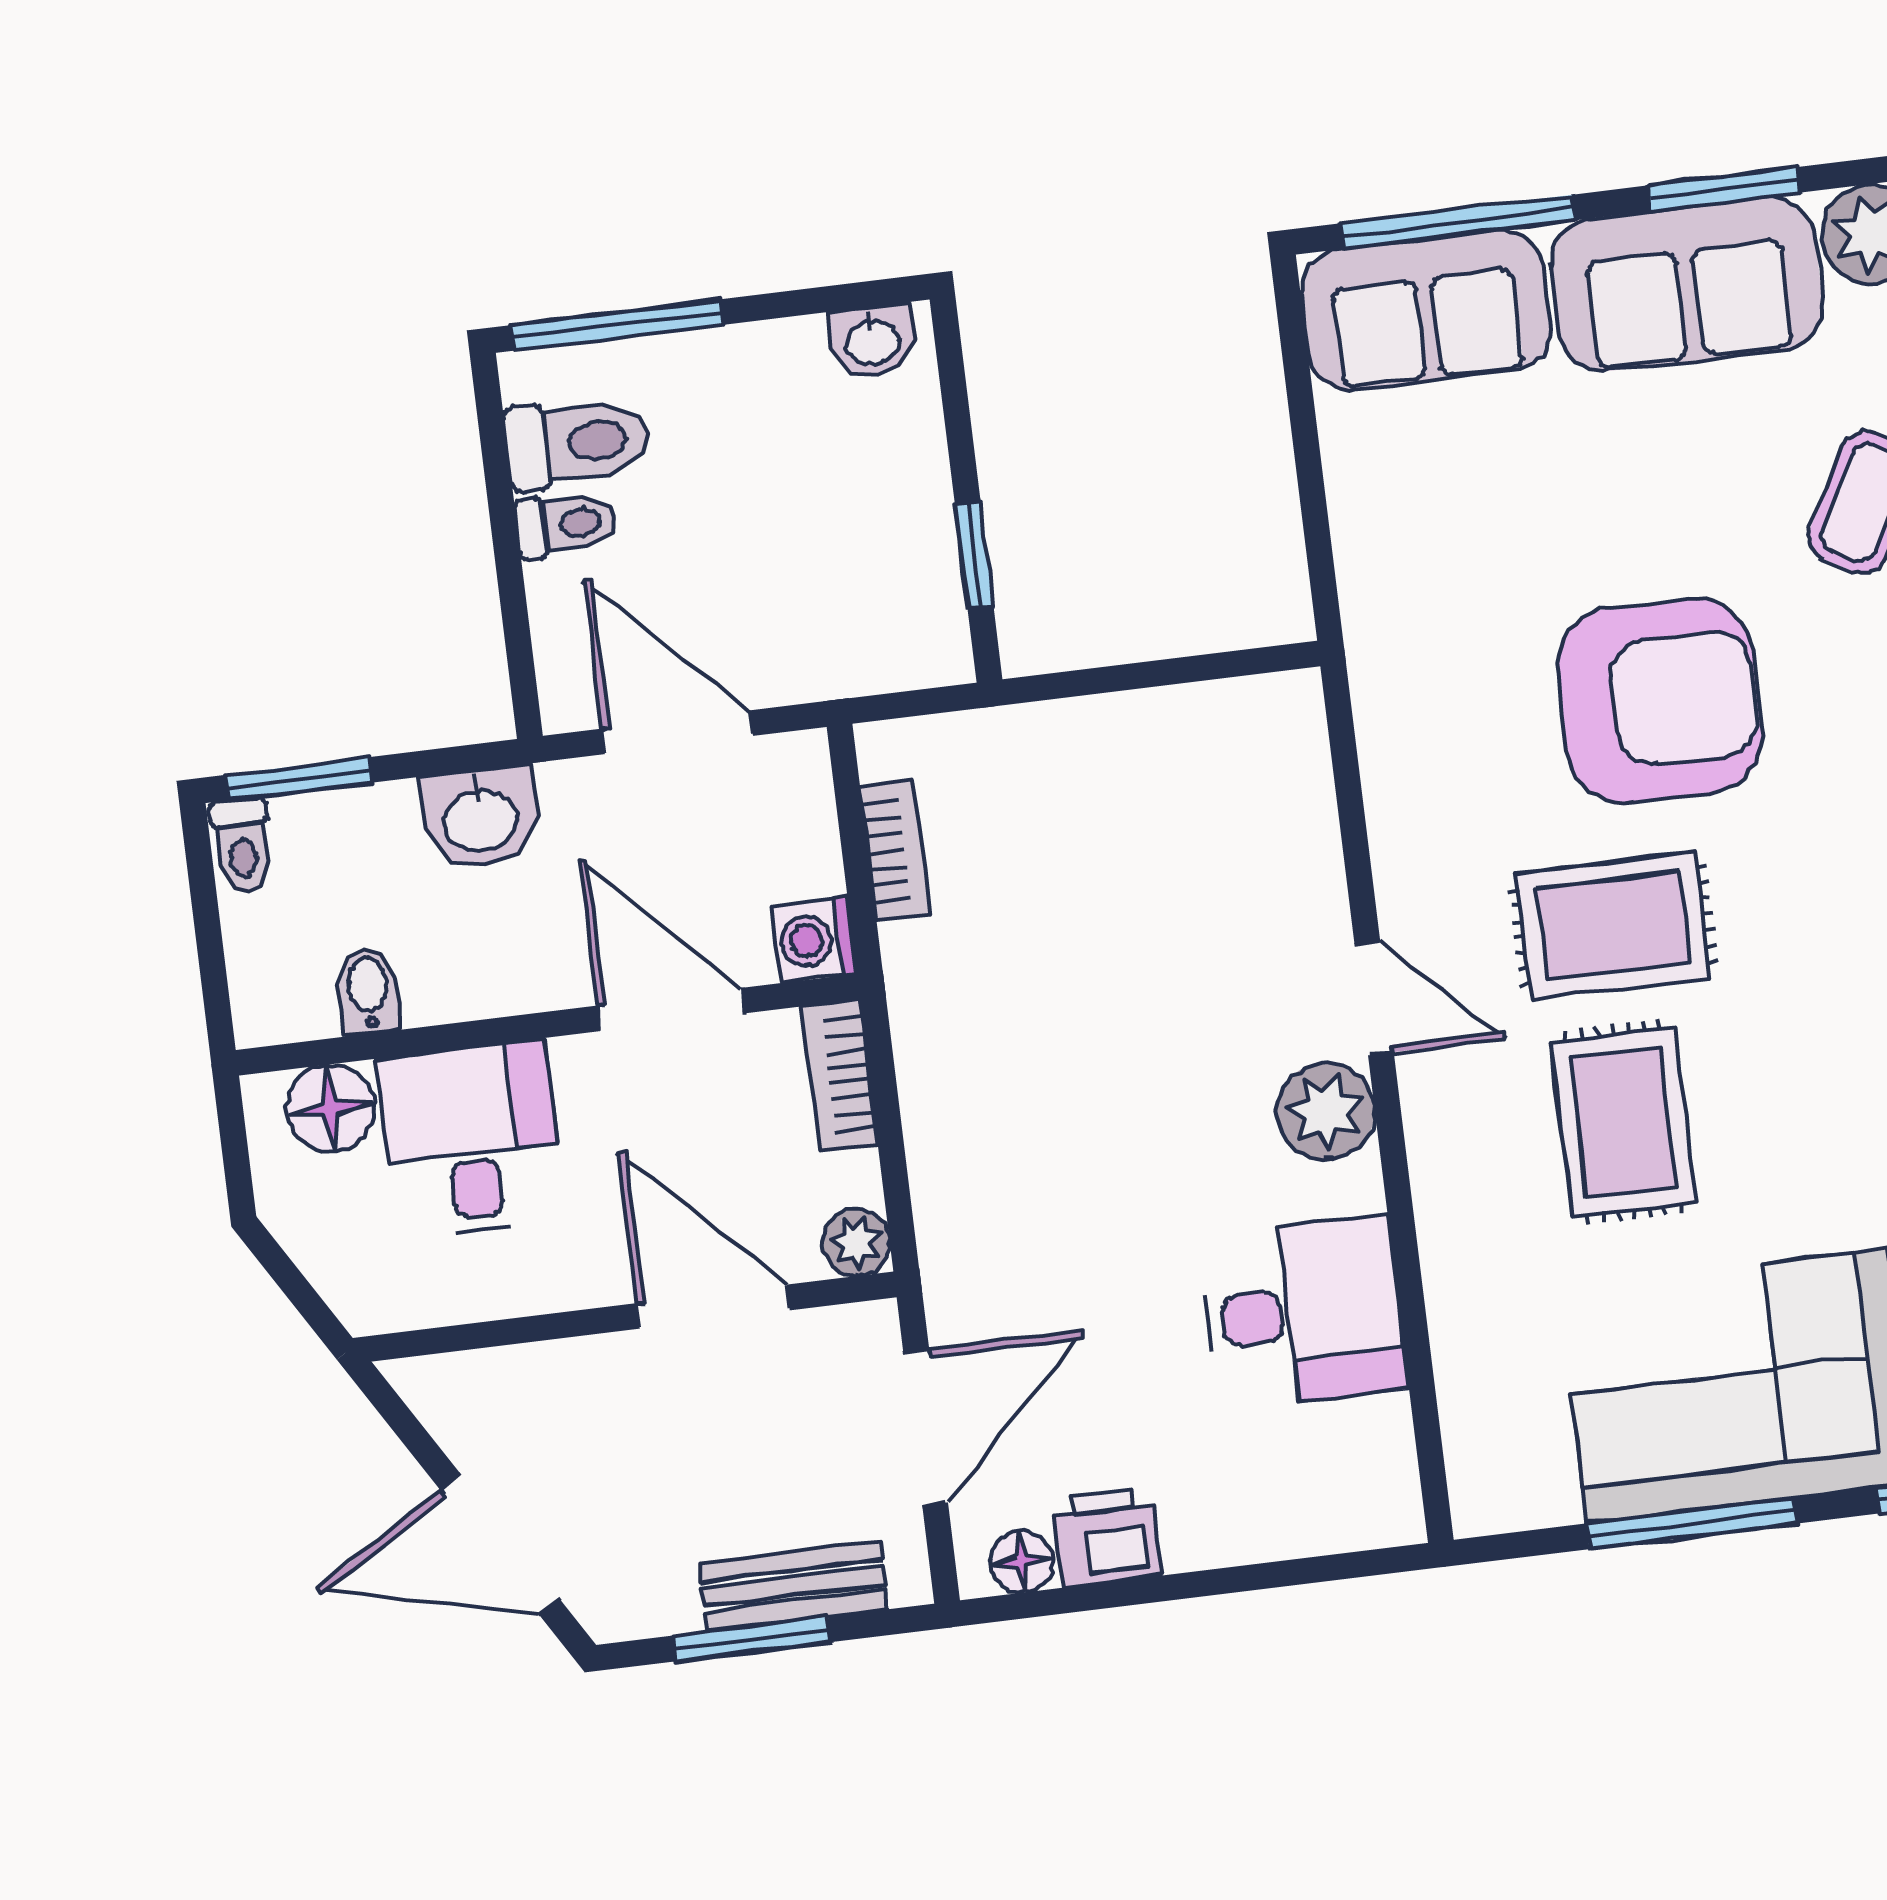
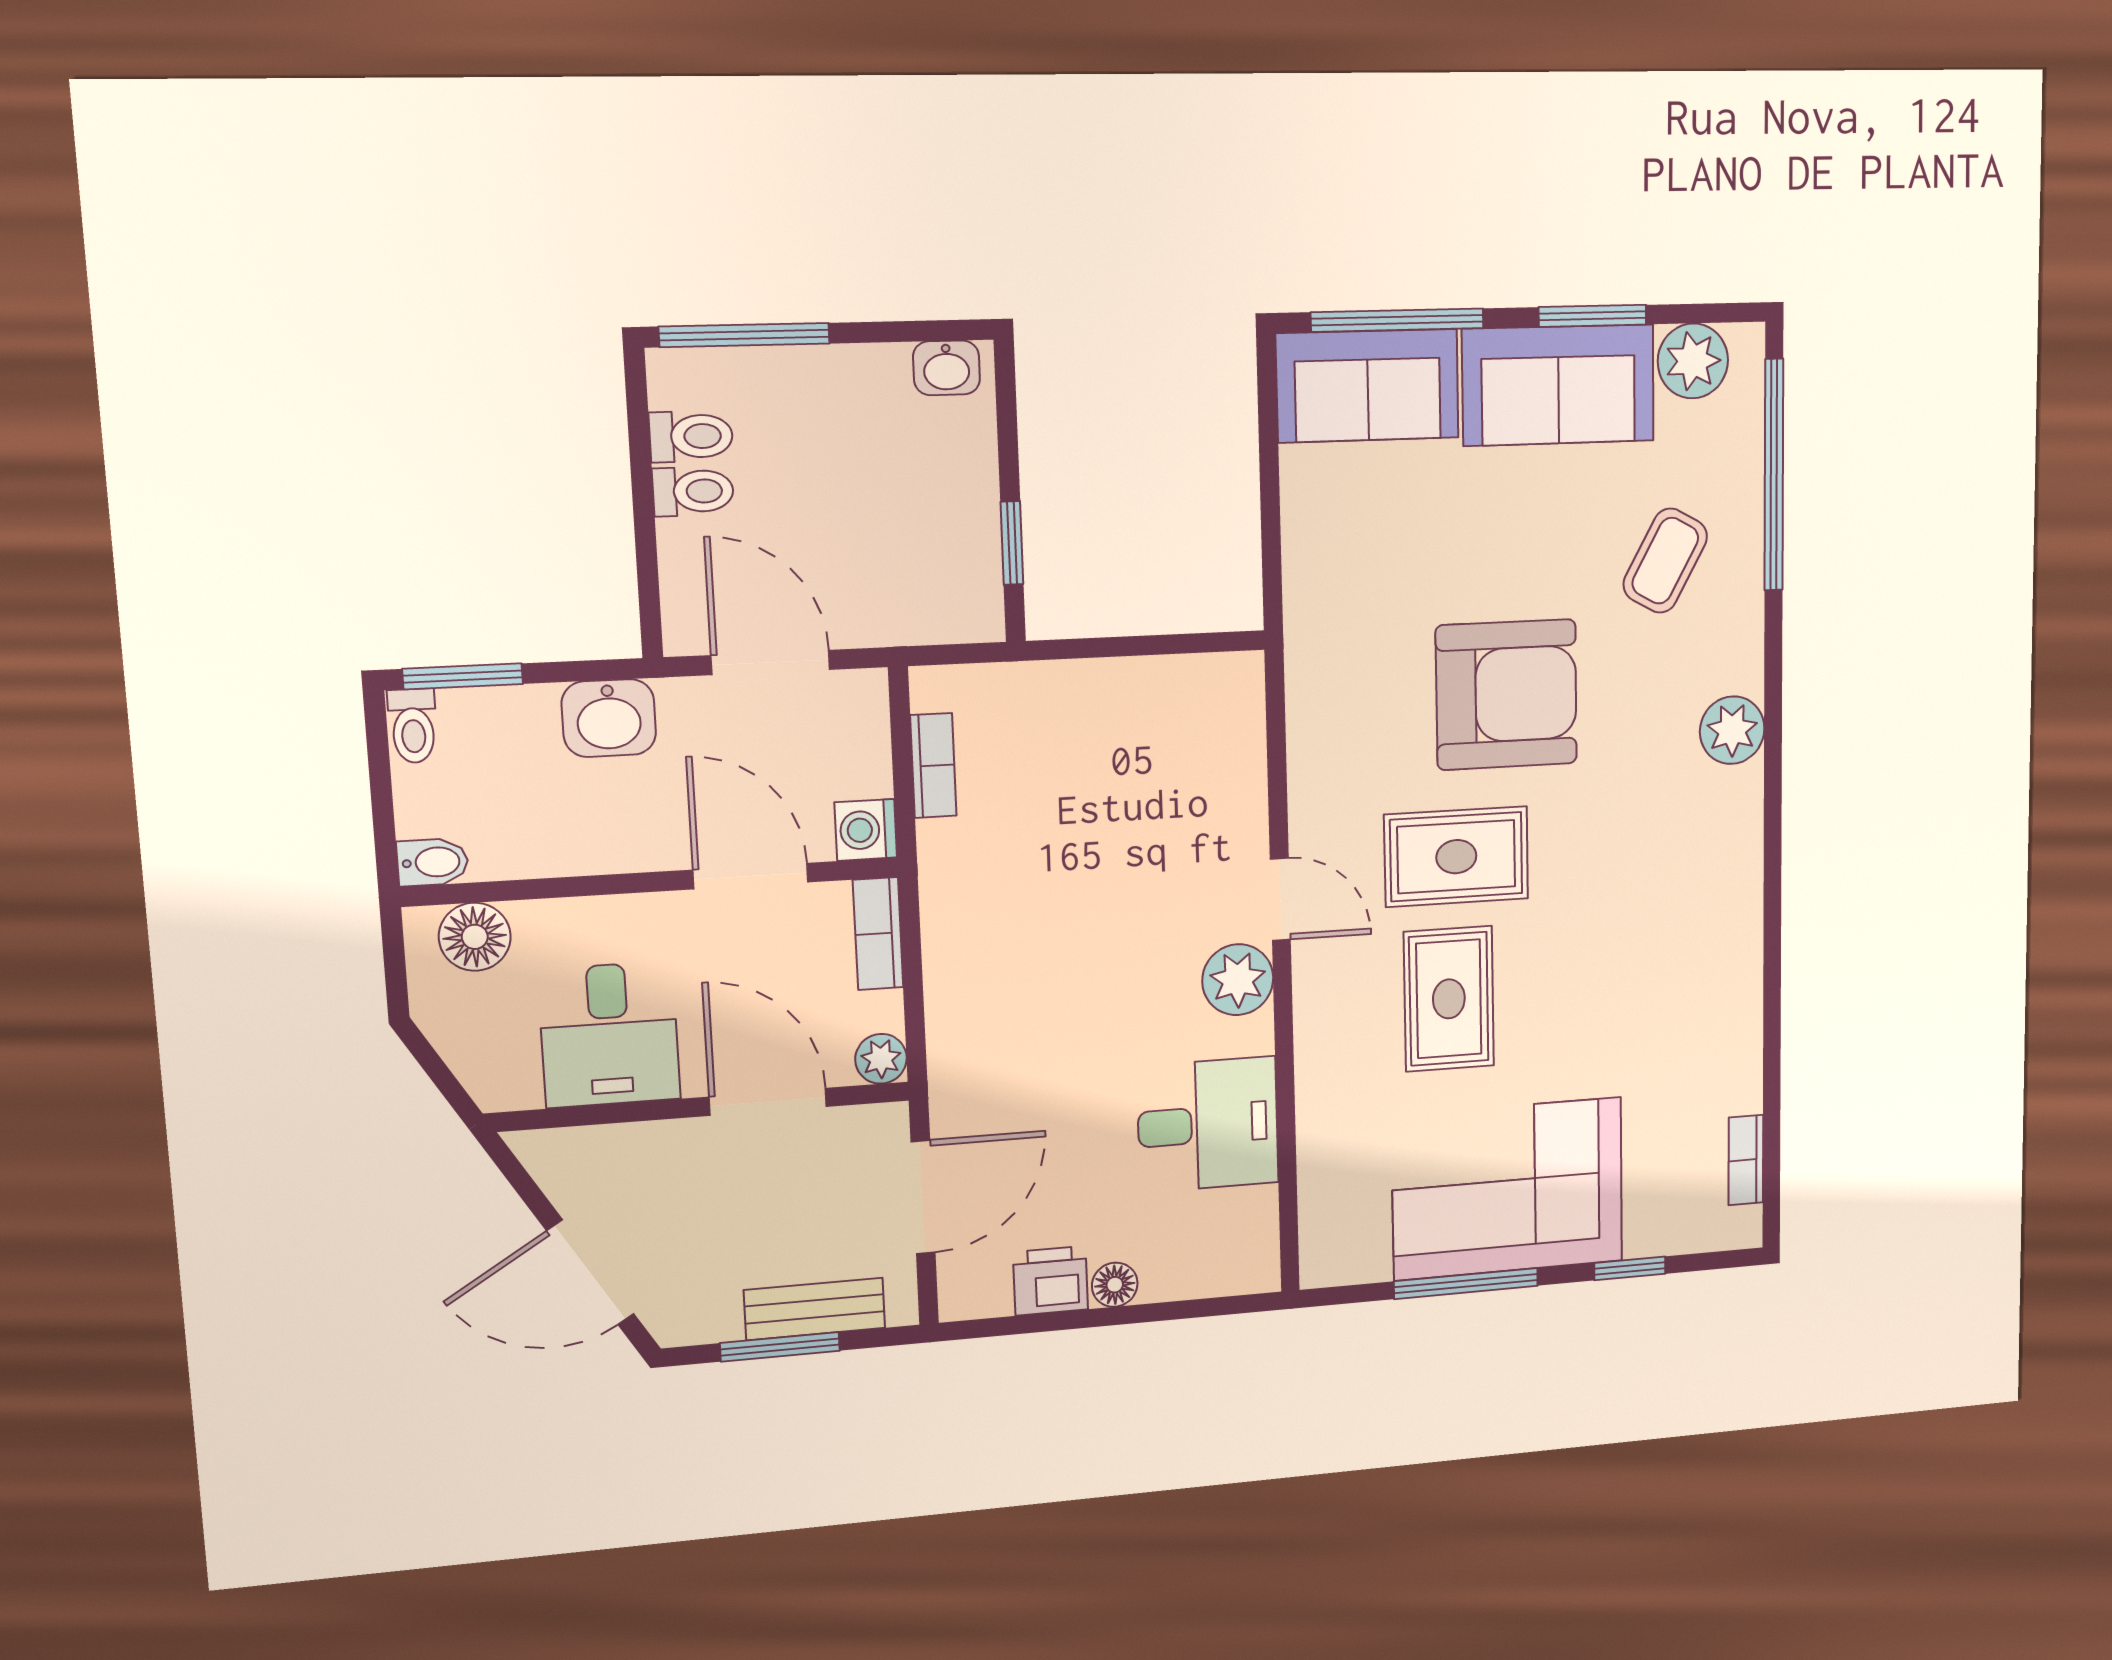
toilet: (578, 442) -> (691, 436), width x0.73, depth x0.72
bidet: (368, 991) -> (433, 862), moved, turned 90
desk: (471, 1139) -> (609, 1035), moved, turned 180
floor lamp: (1022, 1561) -> (1115, 1285), moved

